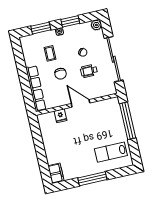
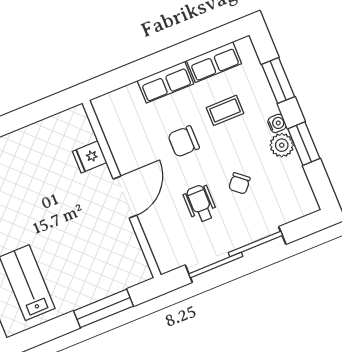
plant: (96, 25) -> (282, 145), moved
row of seats: (38, 100) -> (214, 62), moved
window: (128, 121) -> (104, 308), width x0.68

